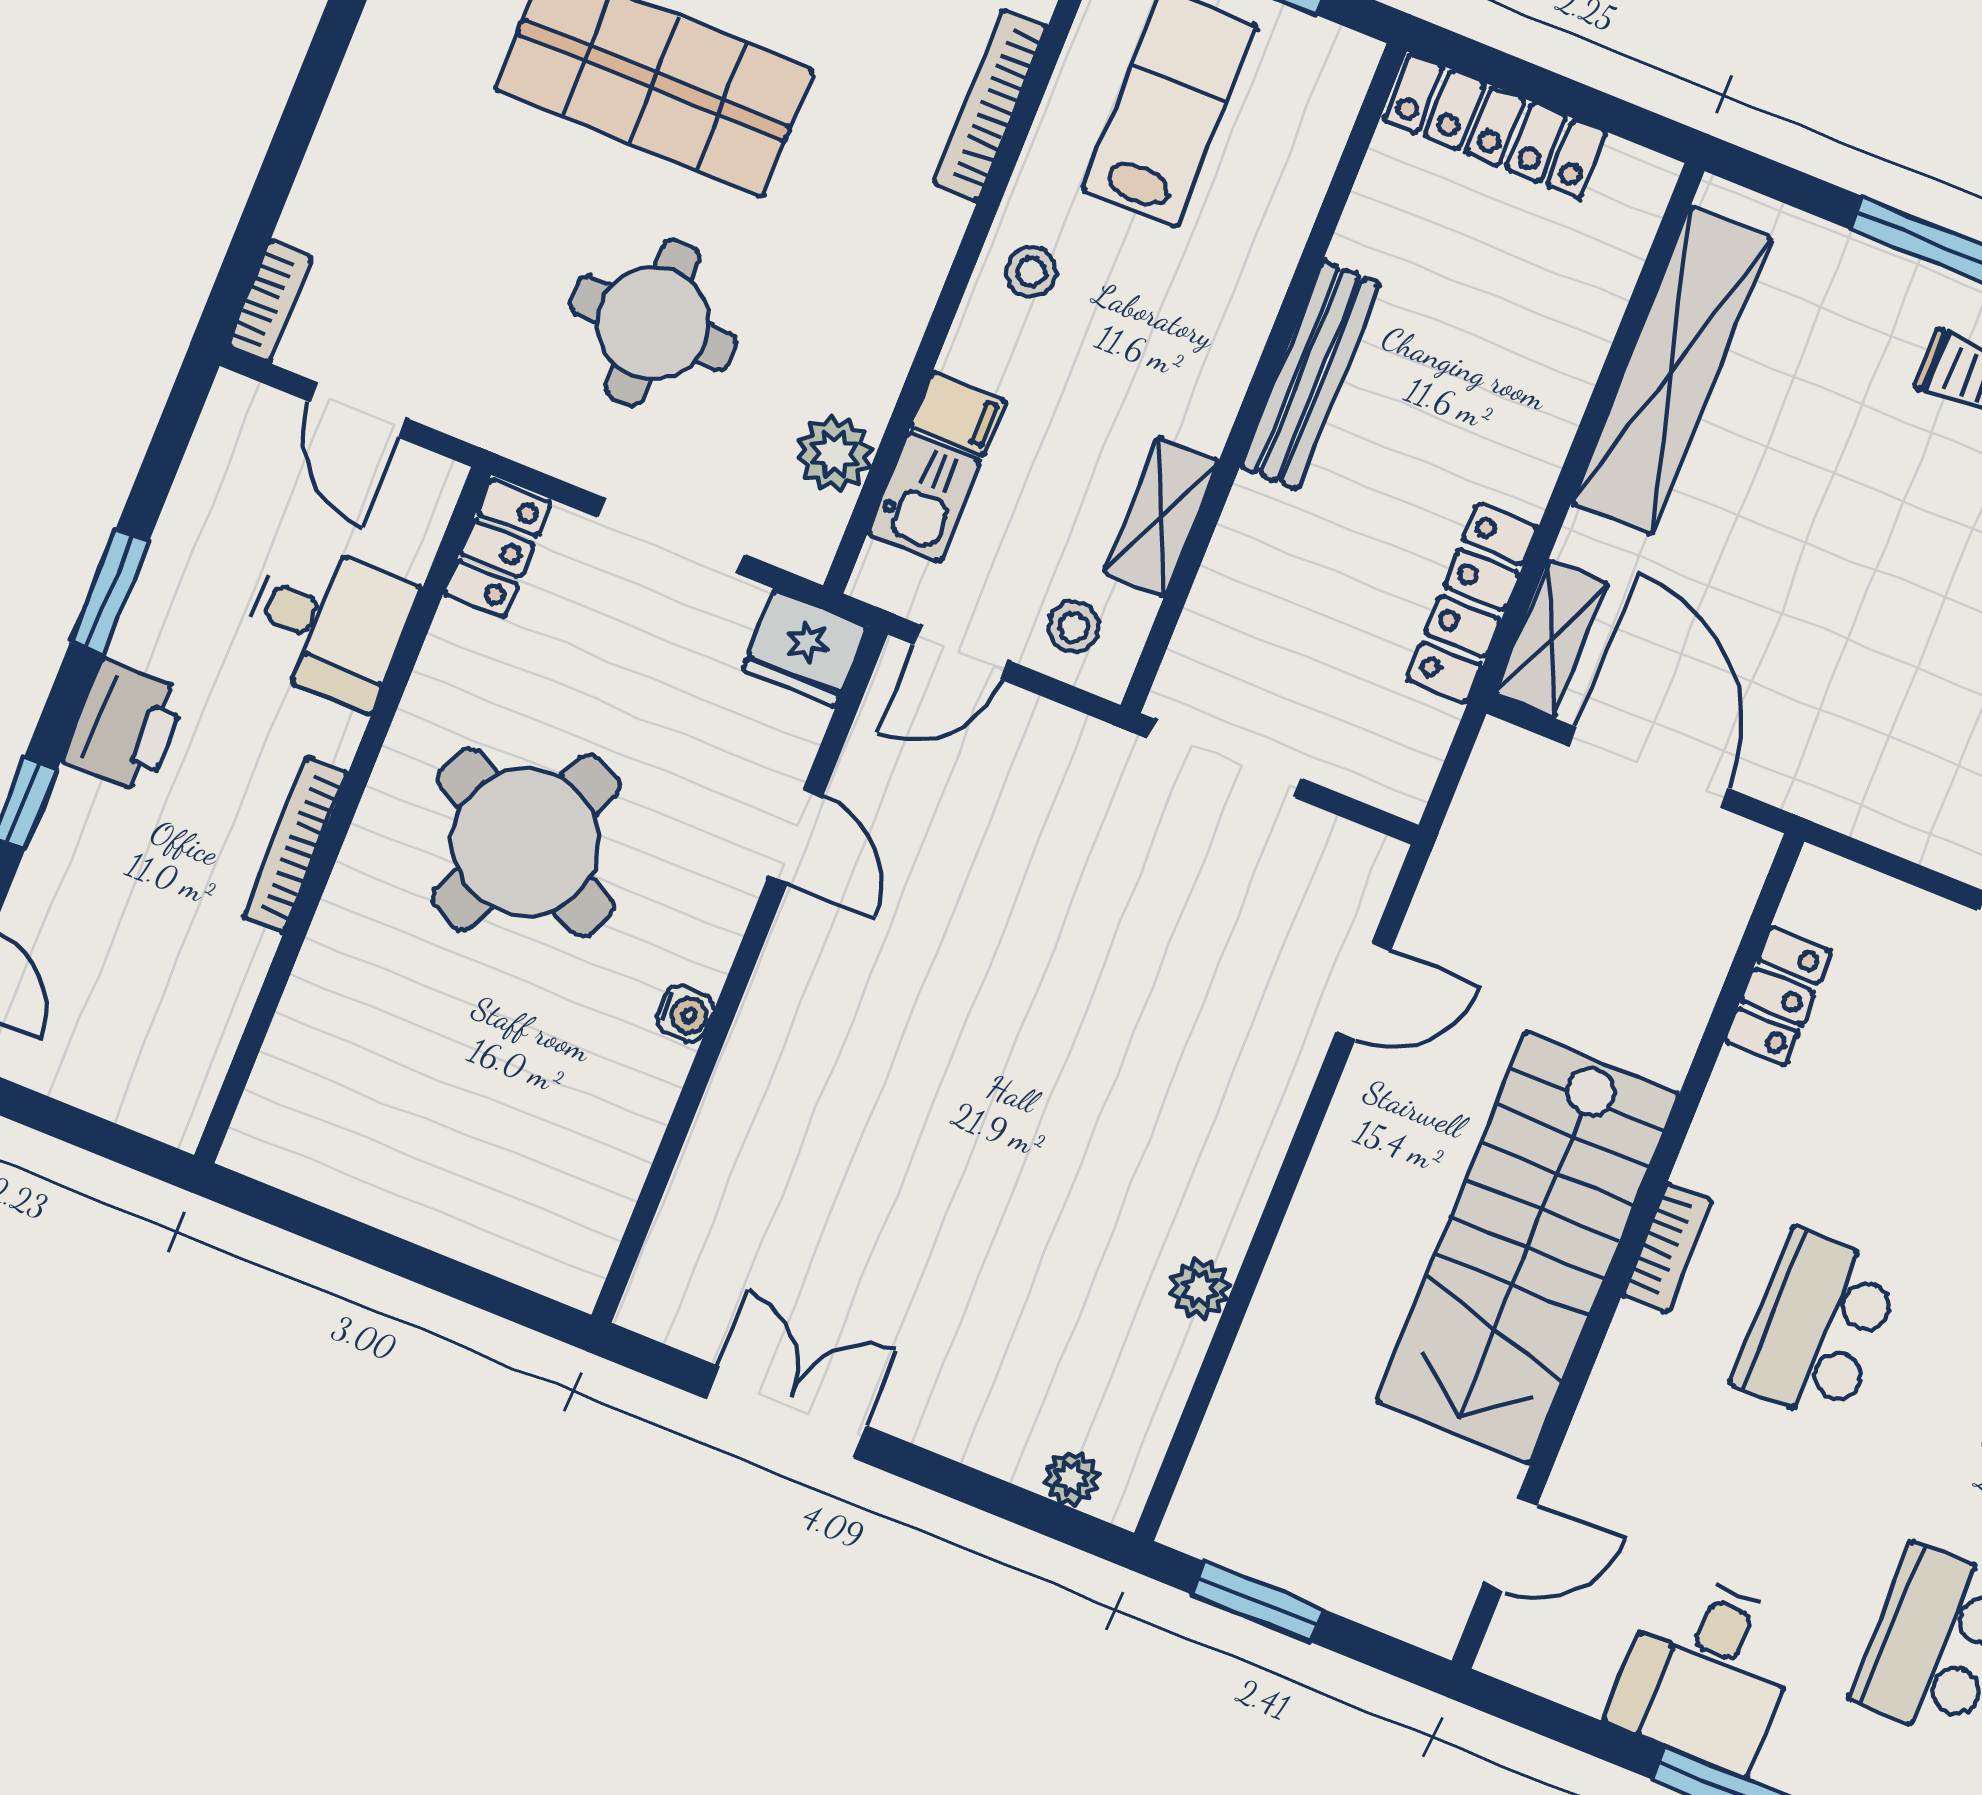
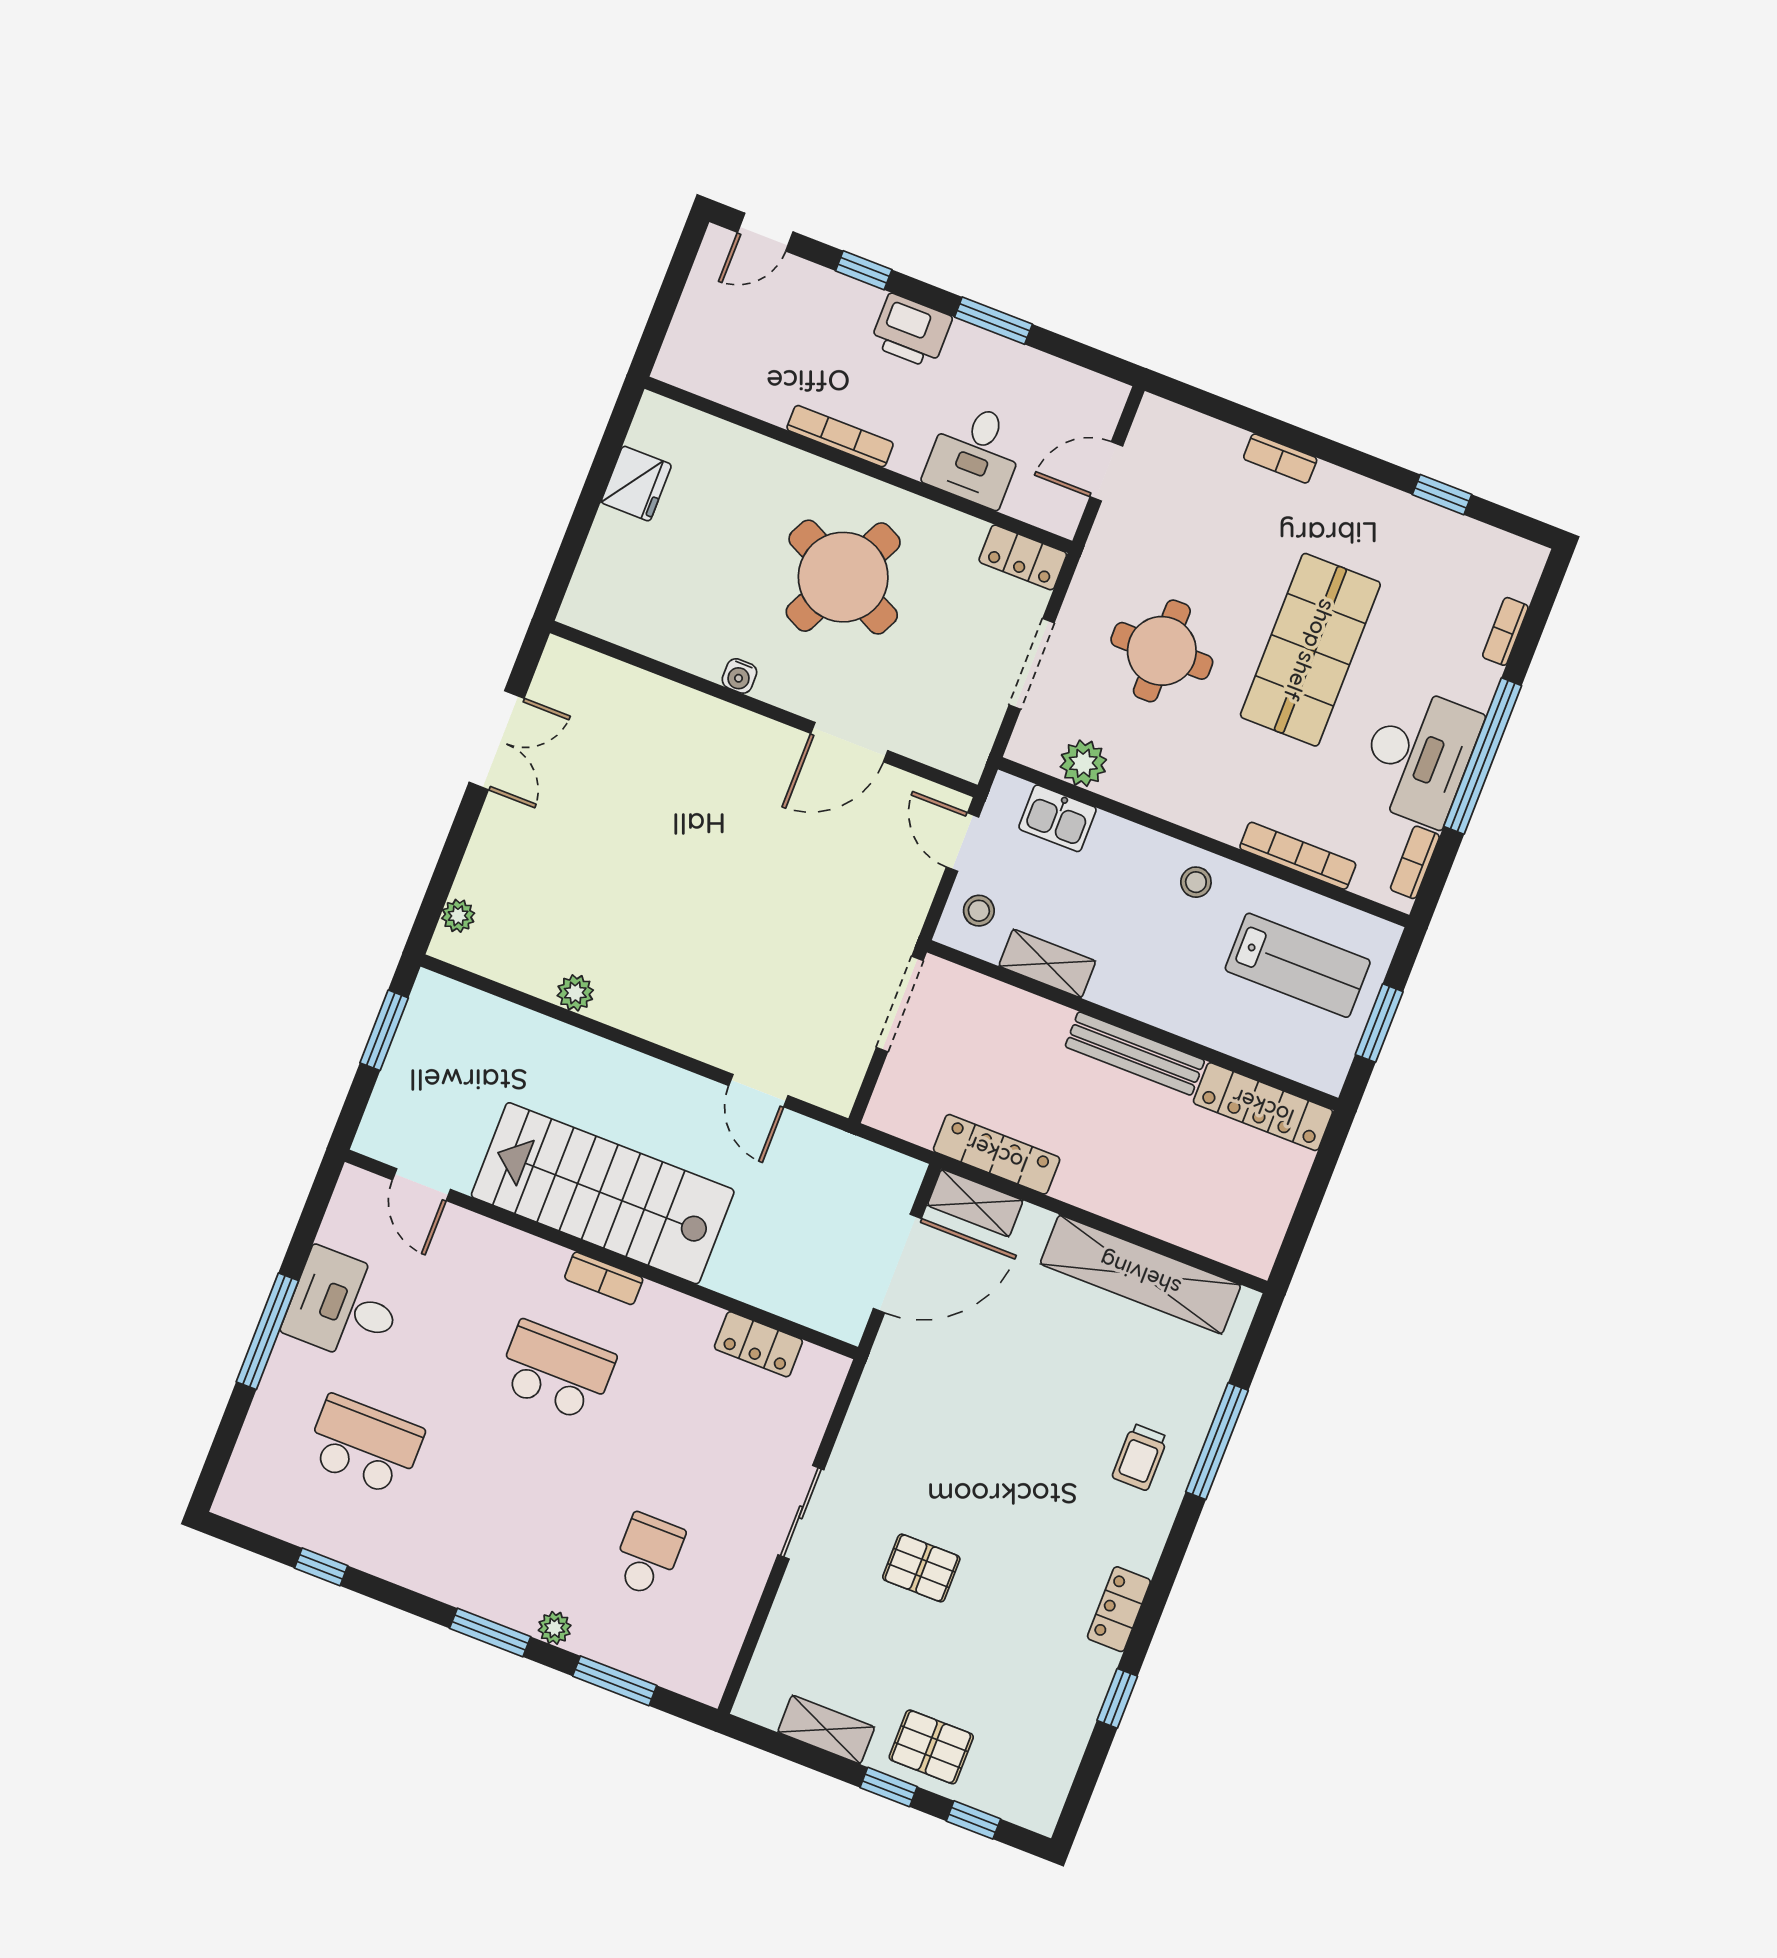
locker: (1495, 126) -> (1263, 1107), moved, turned -90
bookcase: (270, 302) -> (1280, 458), moved
filing cabinet: (958, 414) -> (1109, 838), removed
fridge: (805, 648) -> (636, 484), moved, turned 180
door: (795, 836) -> (849, 742), width x1.38

